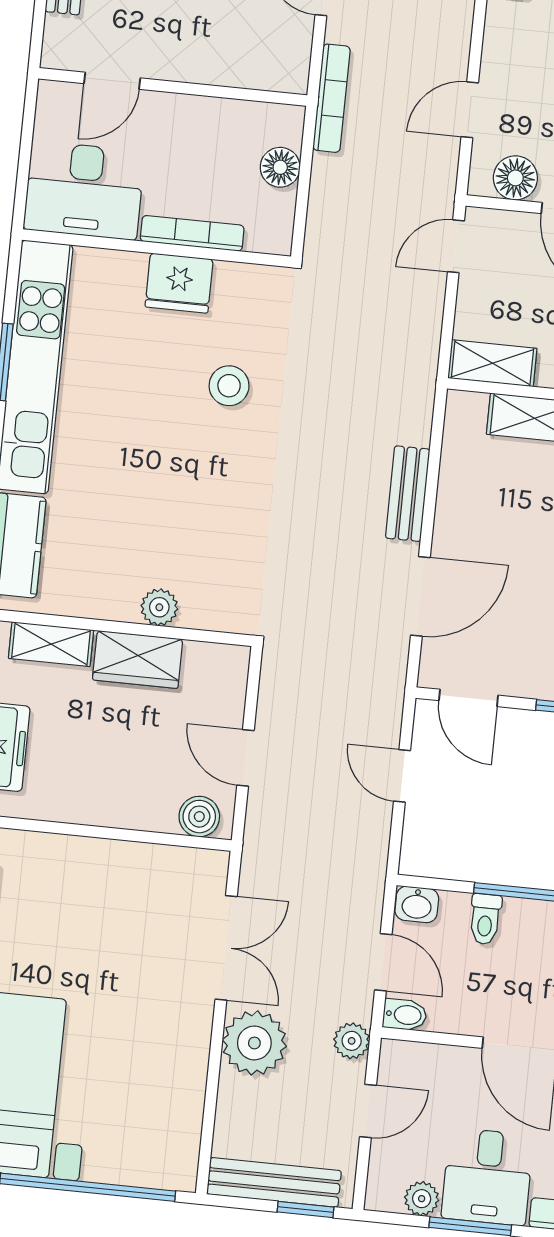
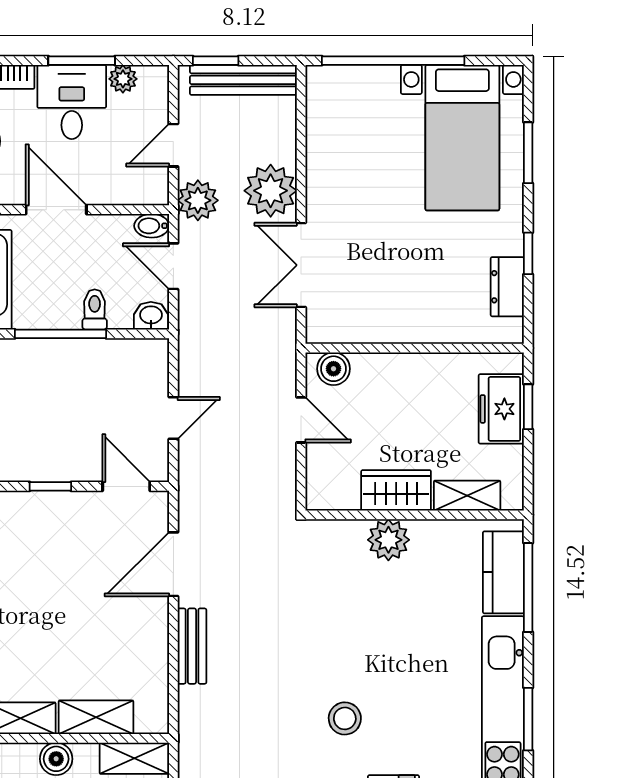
plant: (159, 607) -> (388, 540), width x1.38, depth x1.38
door: (402, 776) -> (173, 418), hinge flipped
plant: (352, 1041) -> (198, 200), width x1.38, depth x1.38

